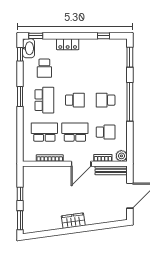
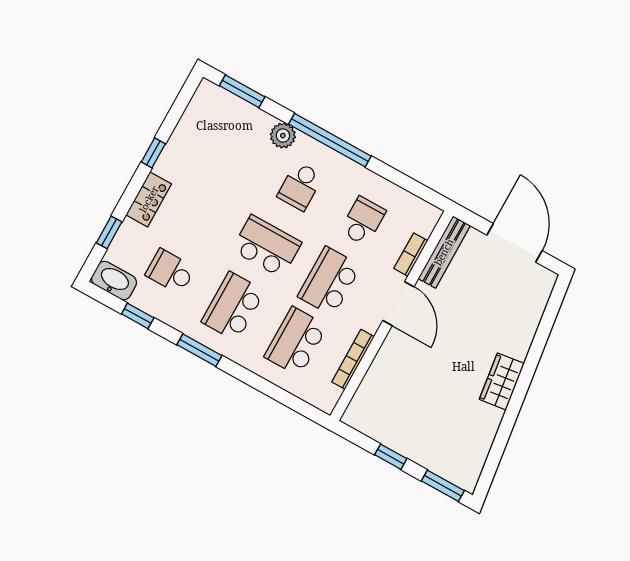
window: (36, 36) -> (109, 232), moved
window: (104, 36) -> (153, 153), moved
window: (20, 54) -> (138, 316), moved
school desk: (44, 68) -> (170, 271), turned 180
school desk: (44, 100) -> (233, 306), turned -90
school desk: (75, 100) -> (267, 246), width x1.85
plant: (121, 156) -> (283, 136), moved

